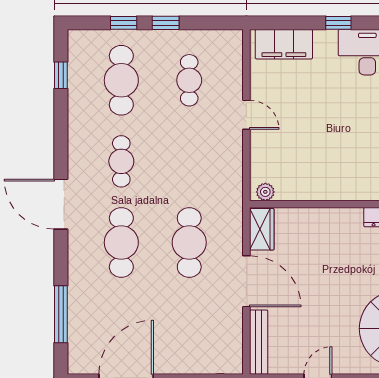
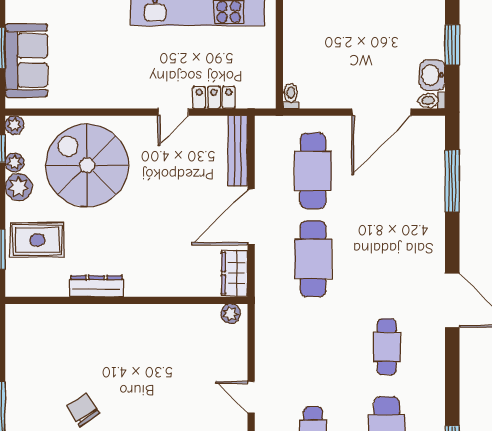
cafe table: (121, 242) -> (313, 171), moved
door: (246, 281) -> (251, 217), hinge flipped

